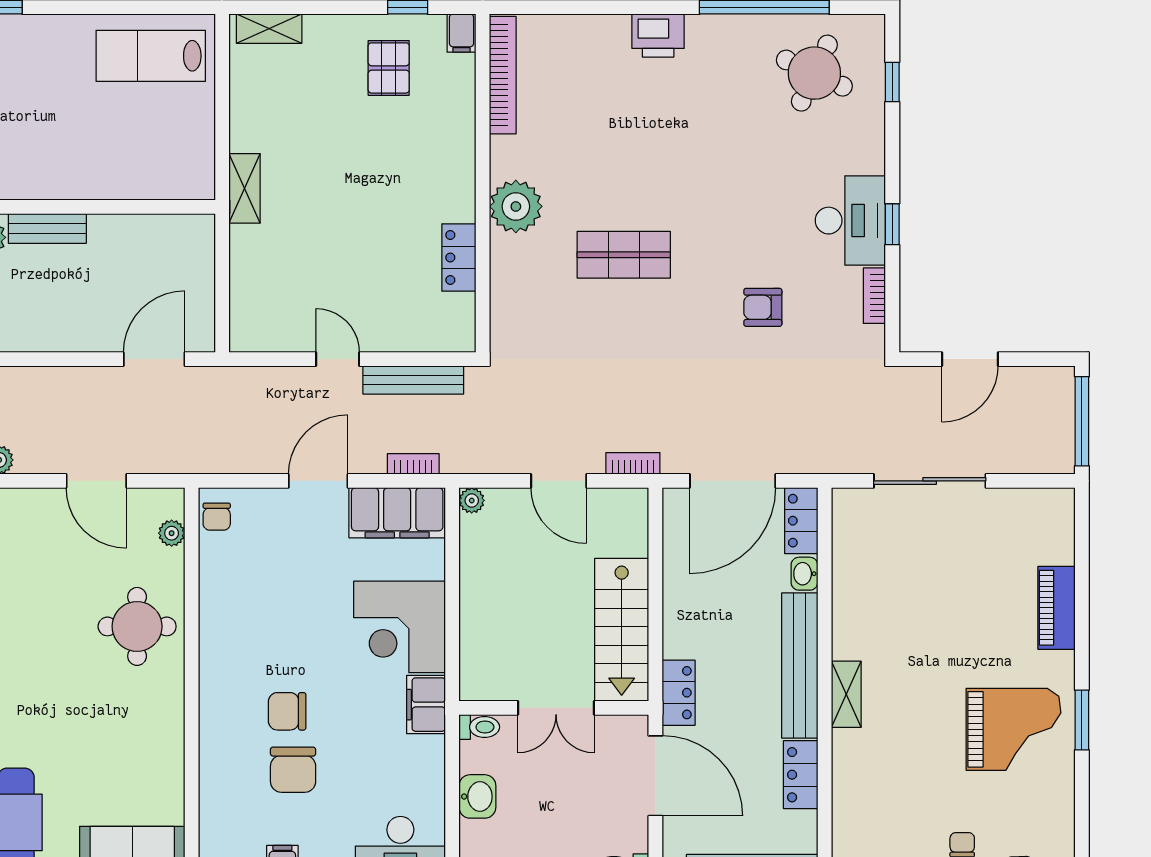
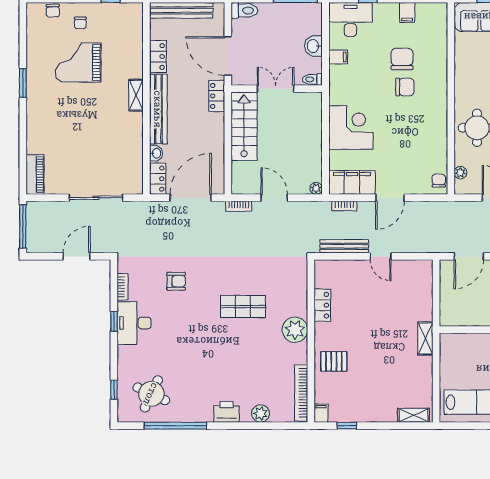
plant: (587, 32) -> (261, 414), added
pallet: (389, 68) -> (334, 361), moved, turned 90
piano: (1056, 608) -> (35, 175), moved
filing cabinet: (426, 705) -> (338, 57), moved, width x0.50
grand piano: (1013, 729) -> (78, 62), moved

